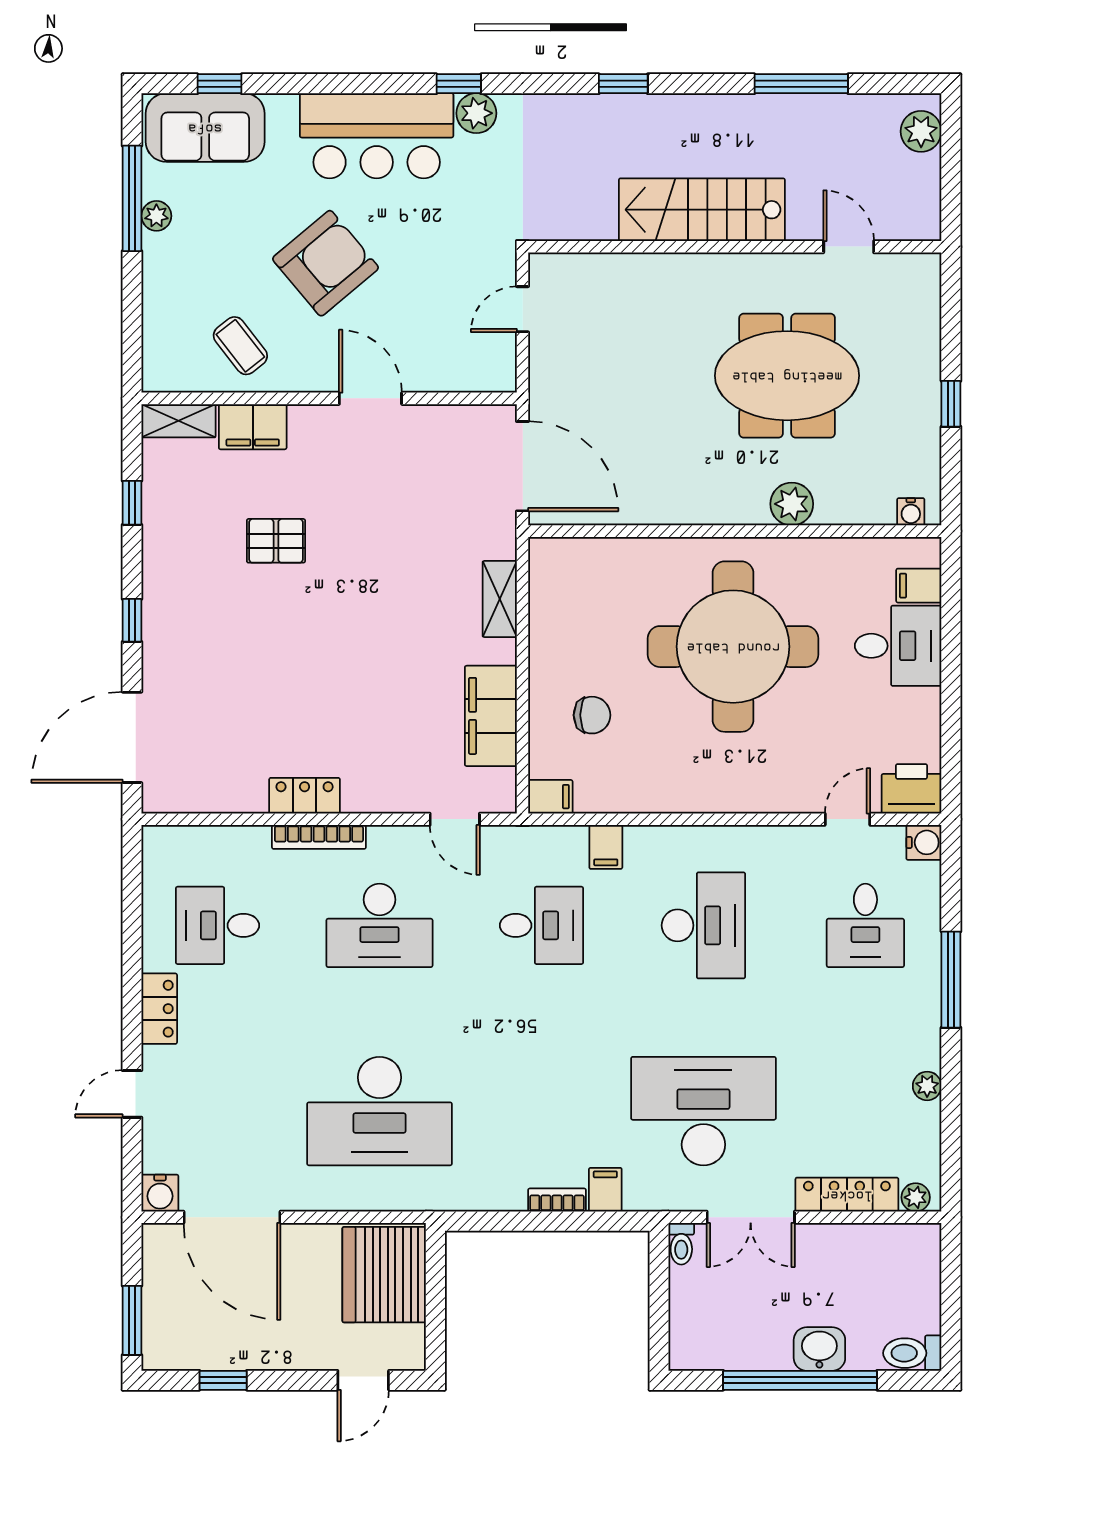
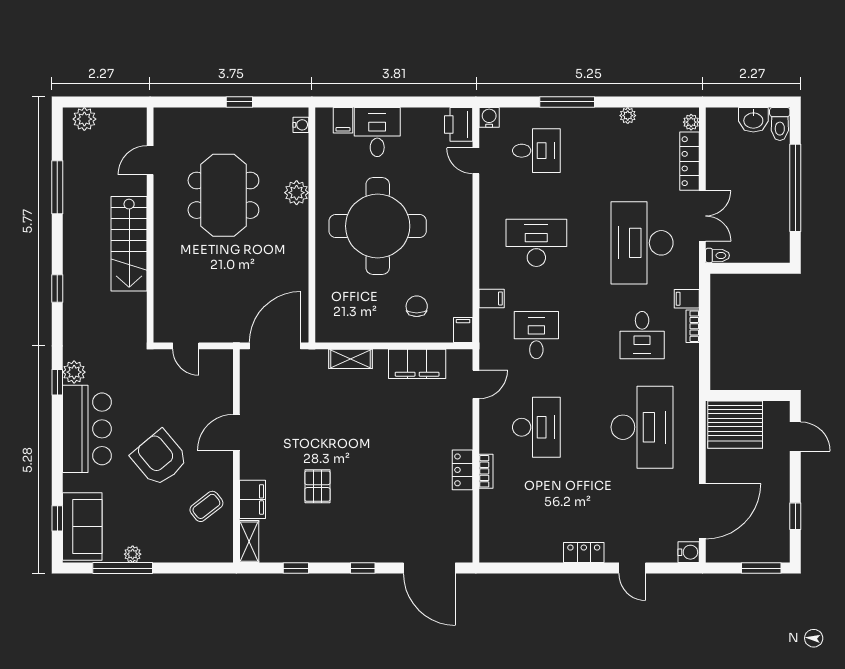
bookcase: (319, 837) -> (486, 471), width x0.64
desk: (218, 925) -> (642, 335), moved
washbasin: (819, 1349) -> (753, 120), moved, turned -90

